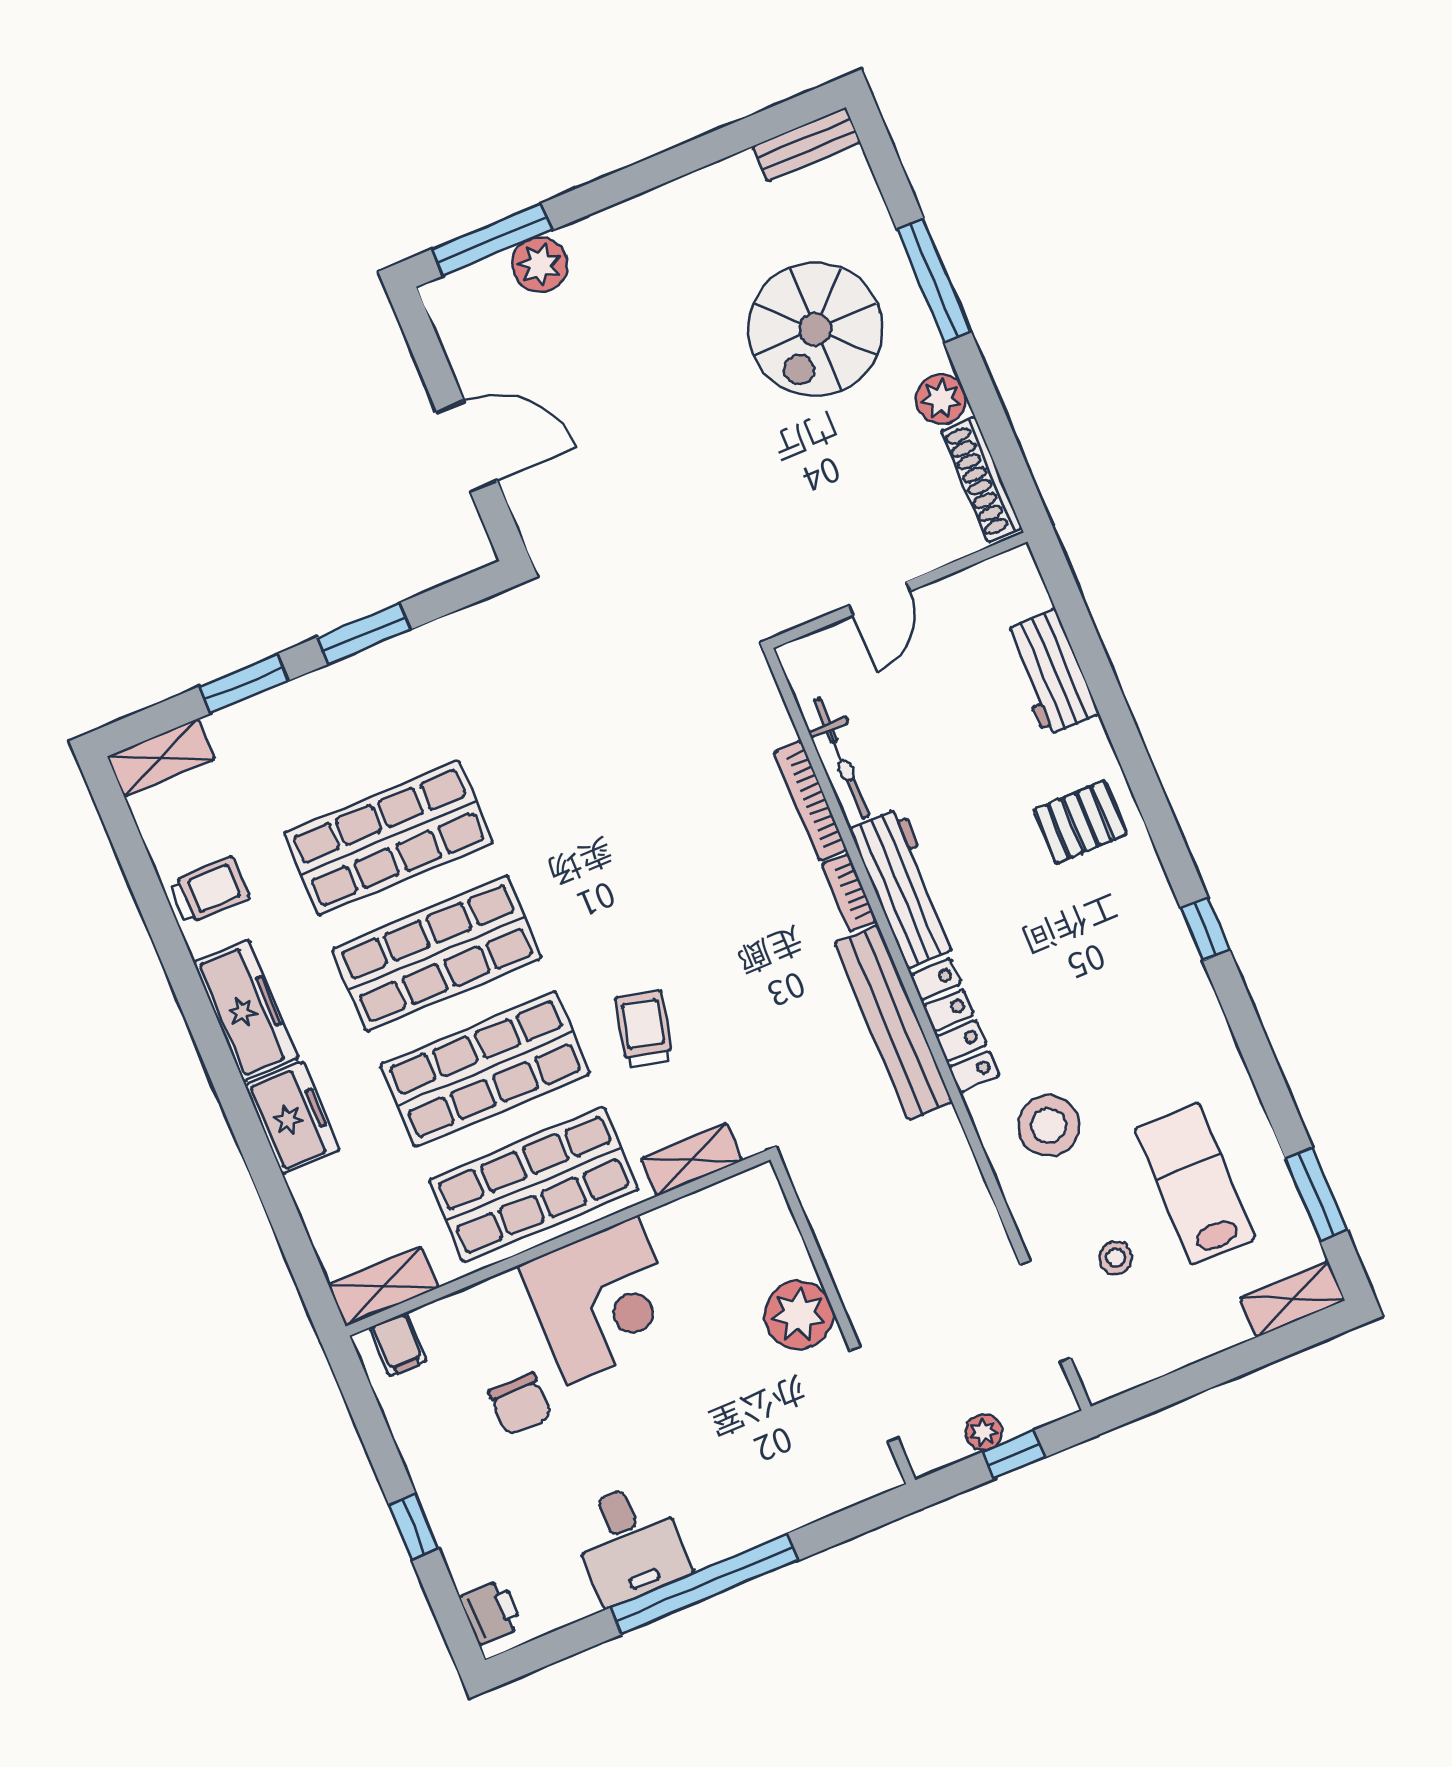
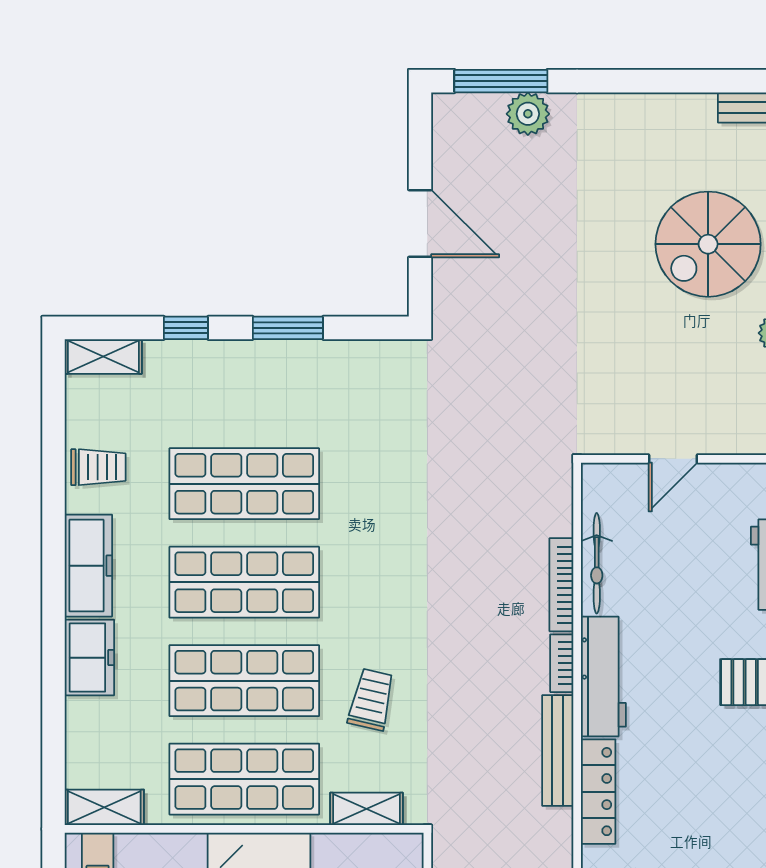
window: (244, 684) -> (186, 328), width x0.67
bench: (894, 1023) -> (558, 751), width x0.73, depth x0.82

